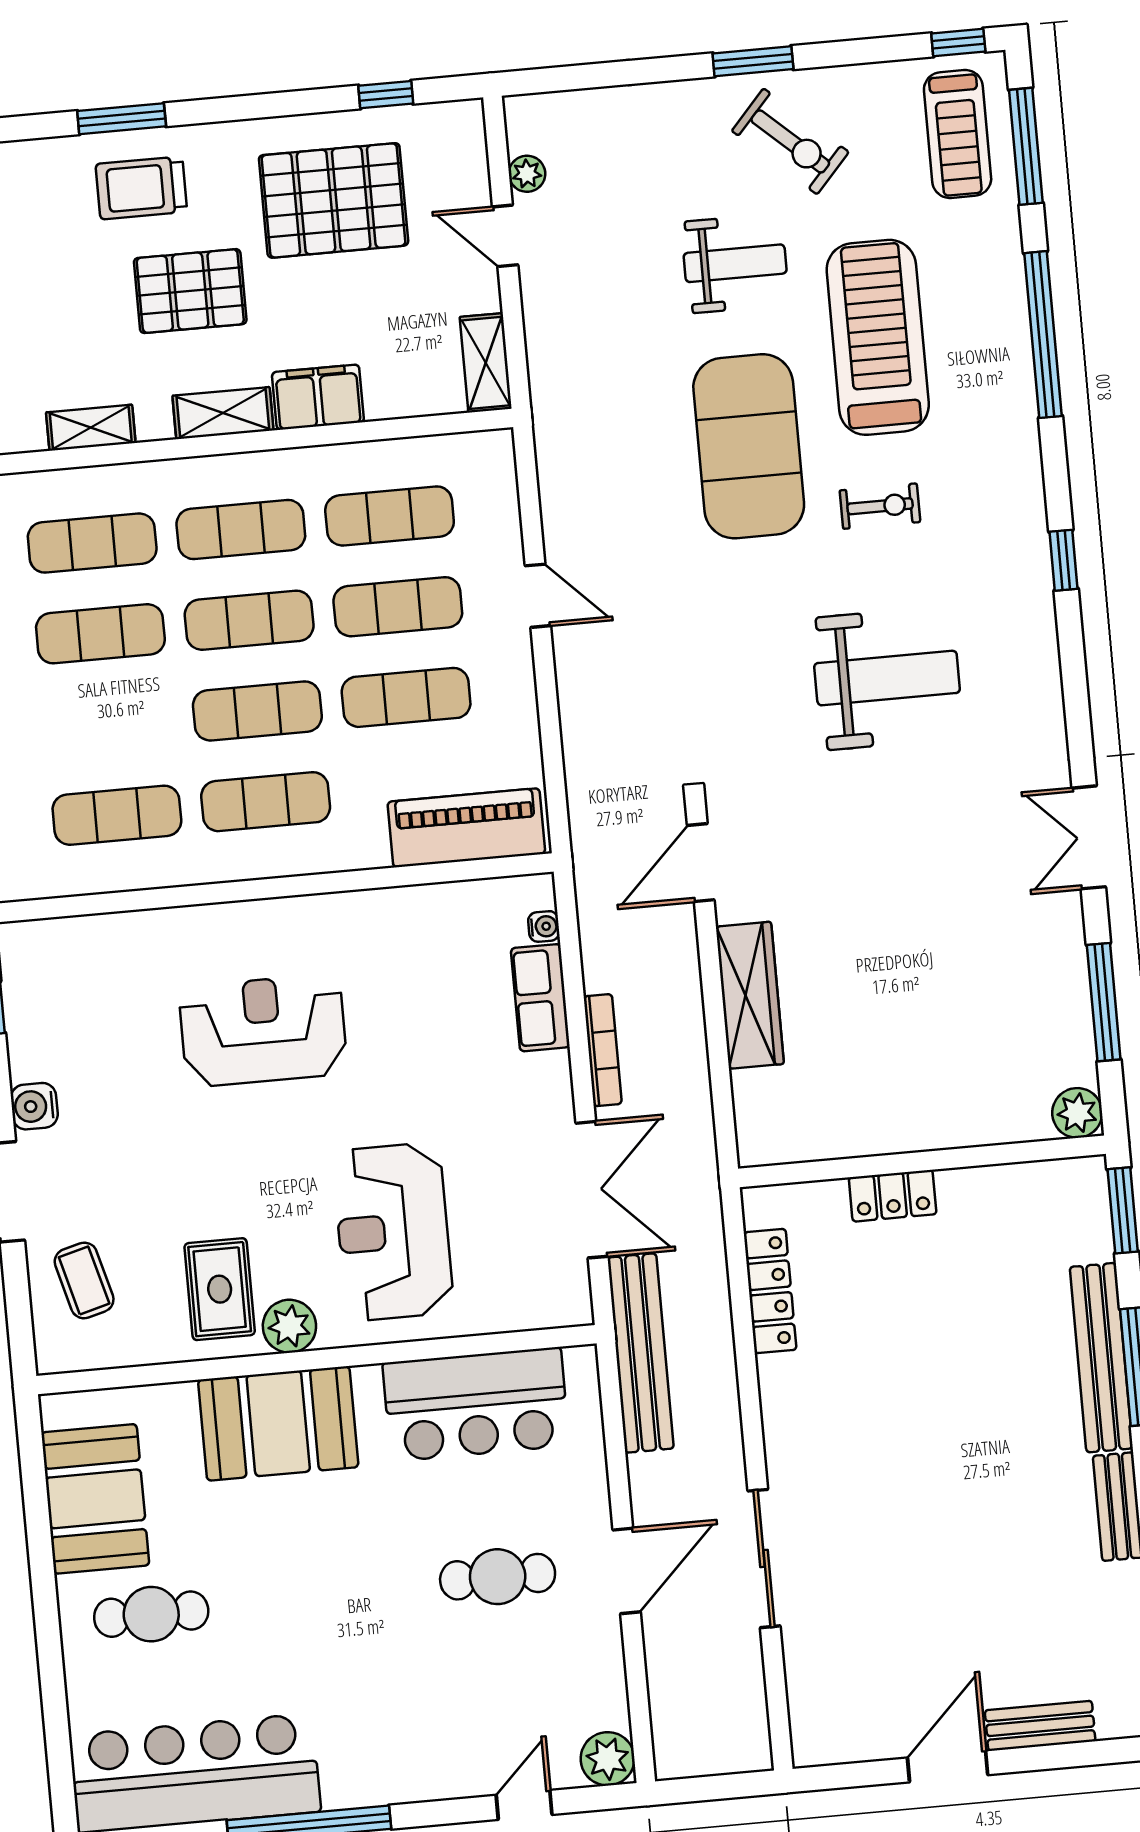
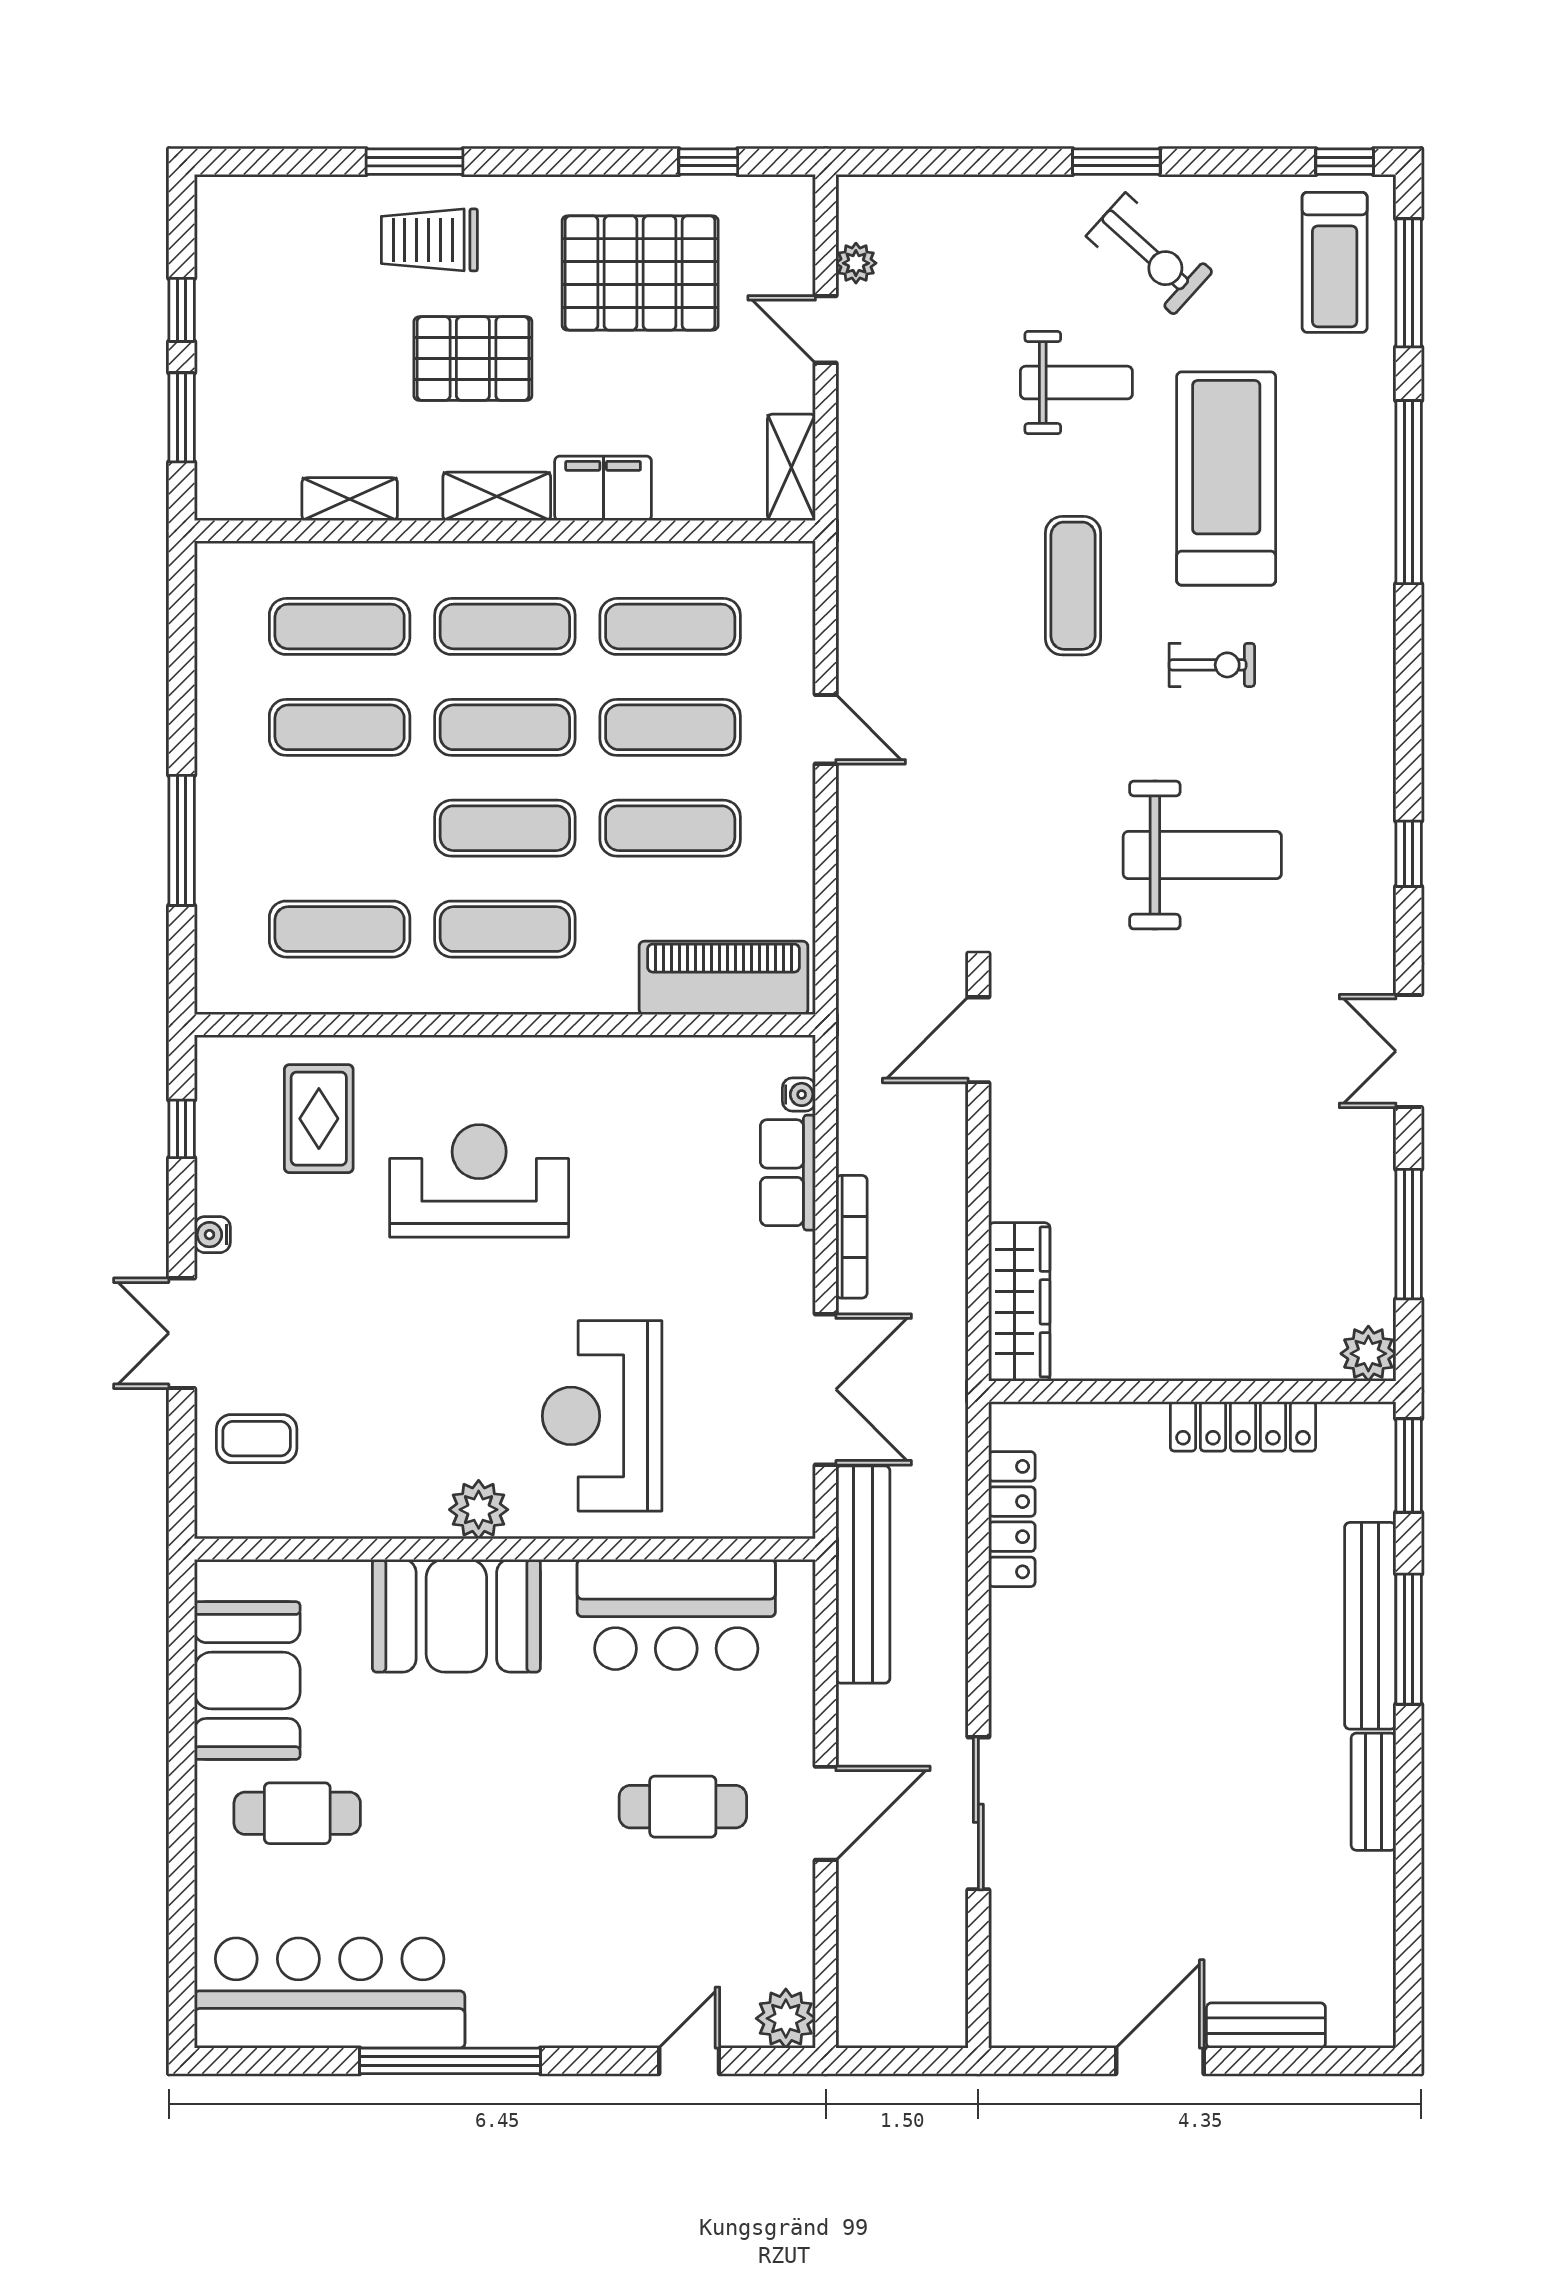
exercise mat: (749, 446) -> (1073, 586), width x0.50, depth x0.69
window: (1064, 560) -> (1409, 854), moved
wardrobe: (750, 995) -> (1019, 1302), moved
water cooler: (34, 1106) -> (212, 1235), width x0.72, depth x0.72
locker: (893, 1196) -> (1243, 1426), moved, width x1.53
coffee table: (84, 1280) -> (257, 1439), turned -75
rug: (220, 1289) -> (319, 1119), moved

